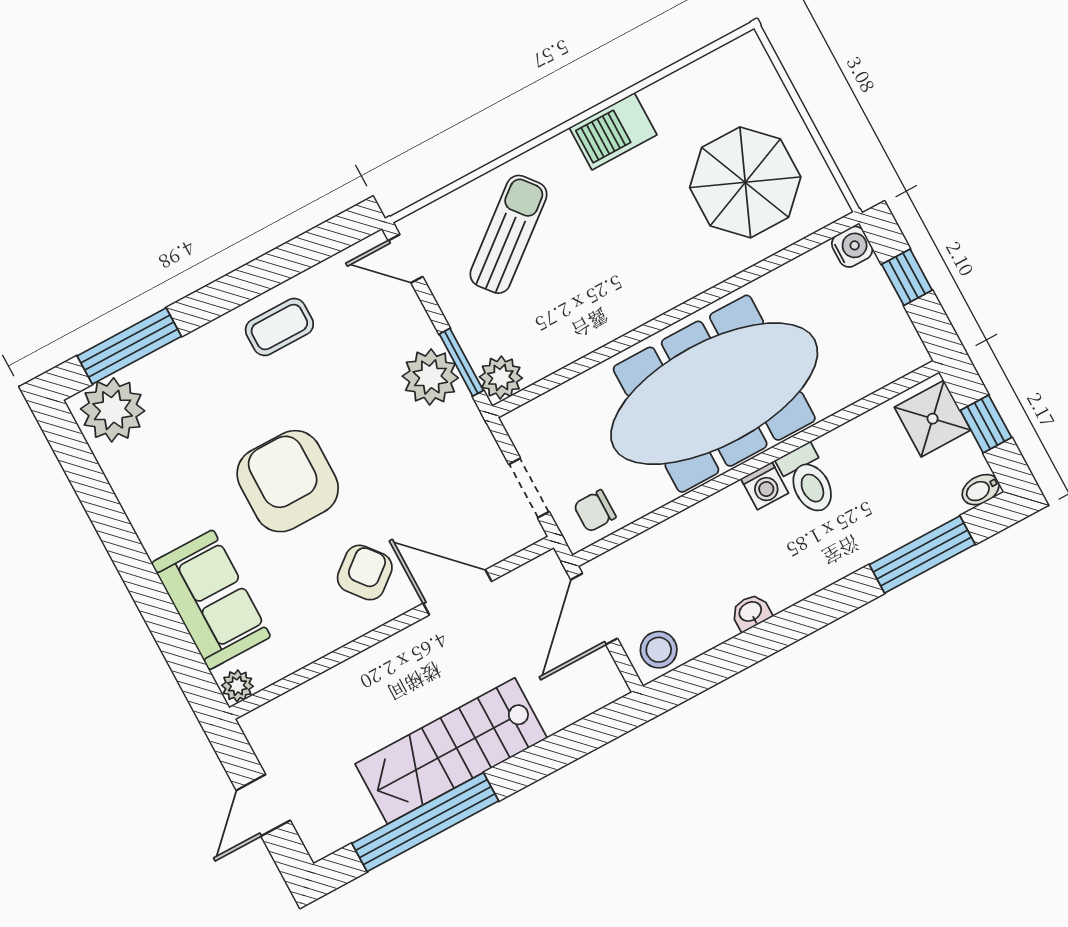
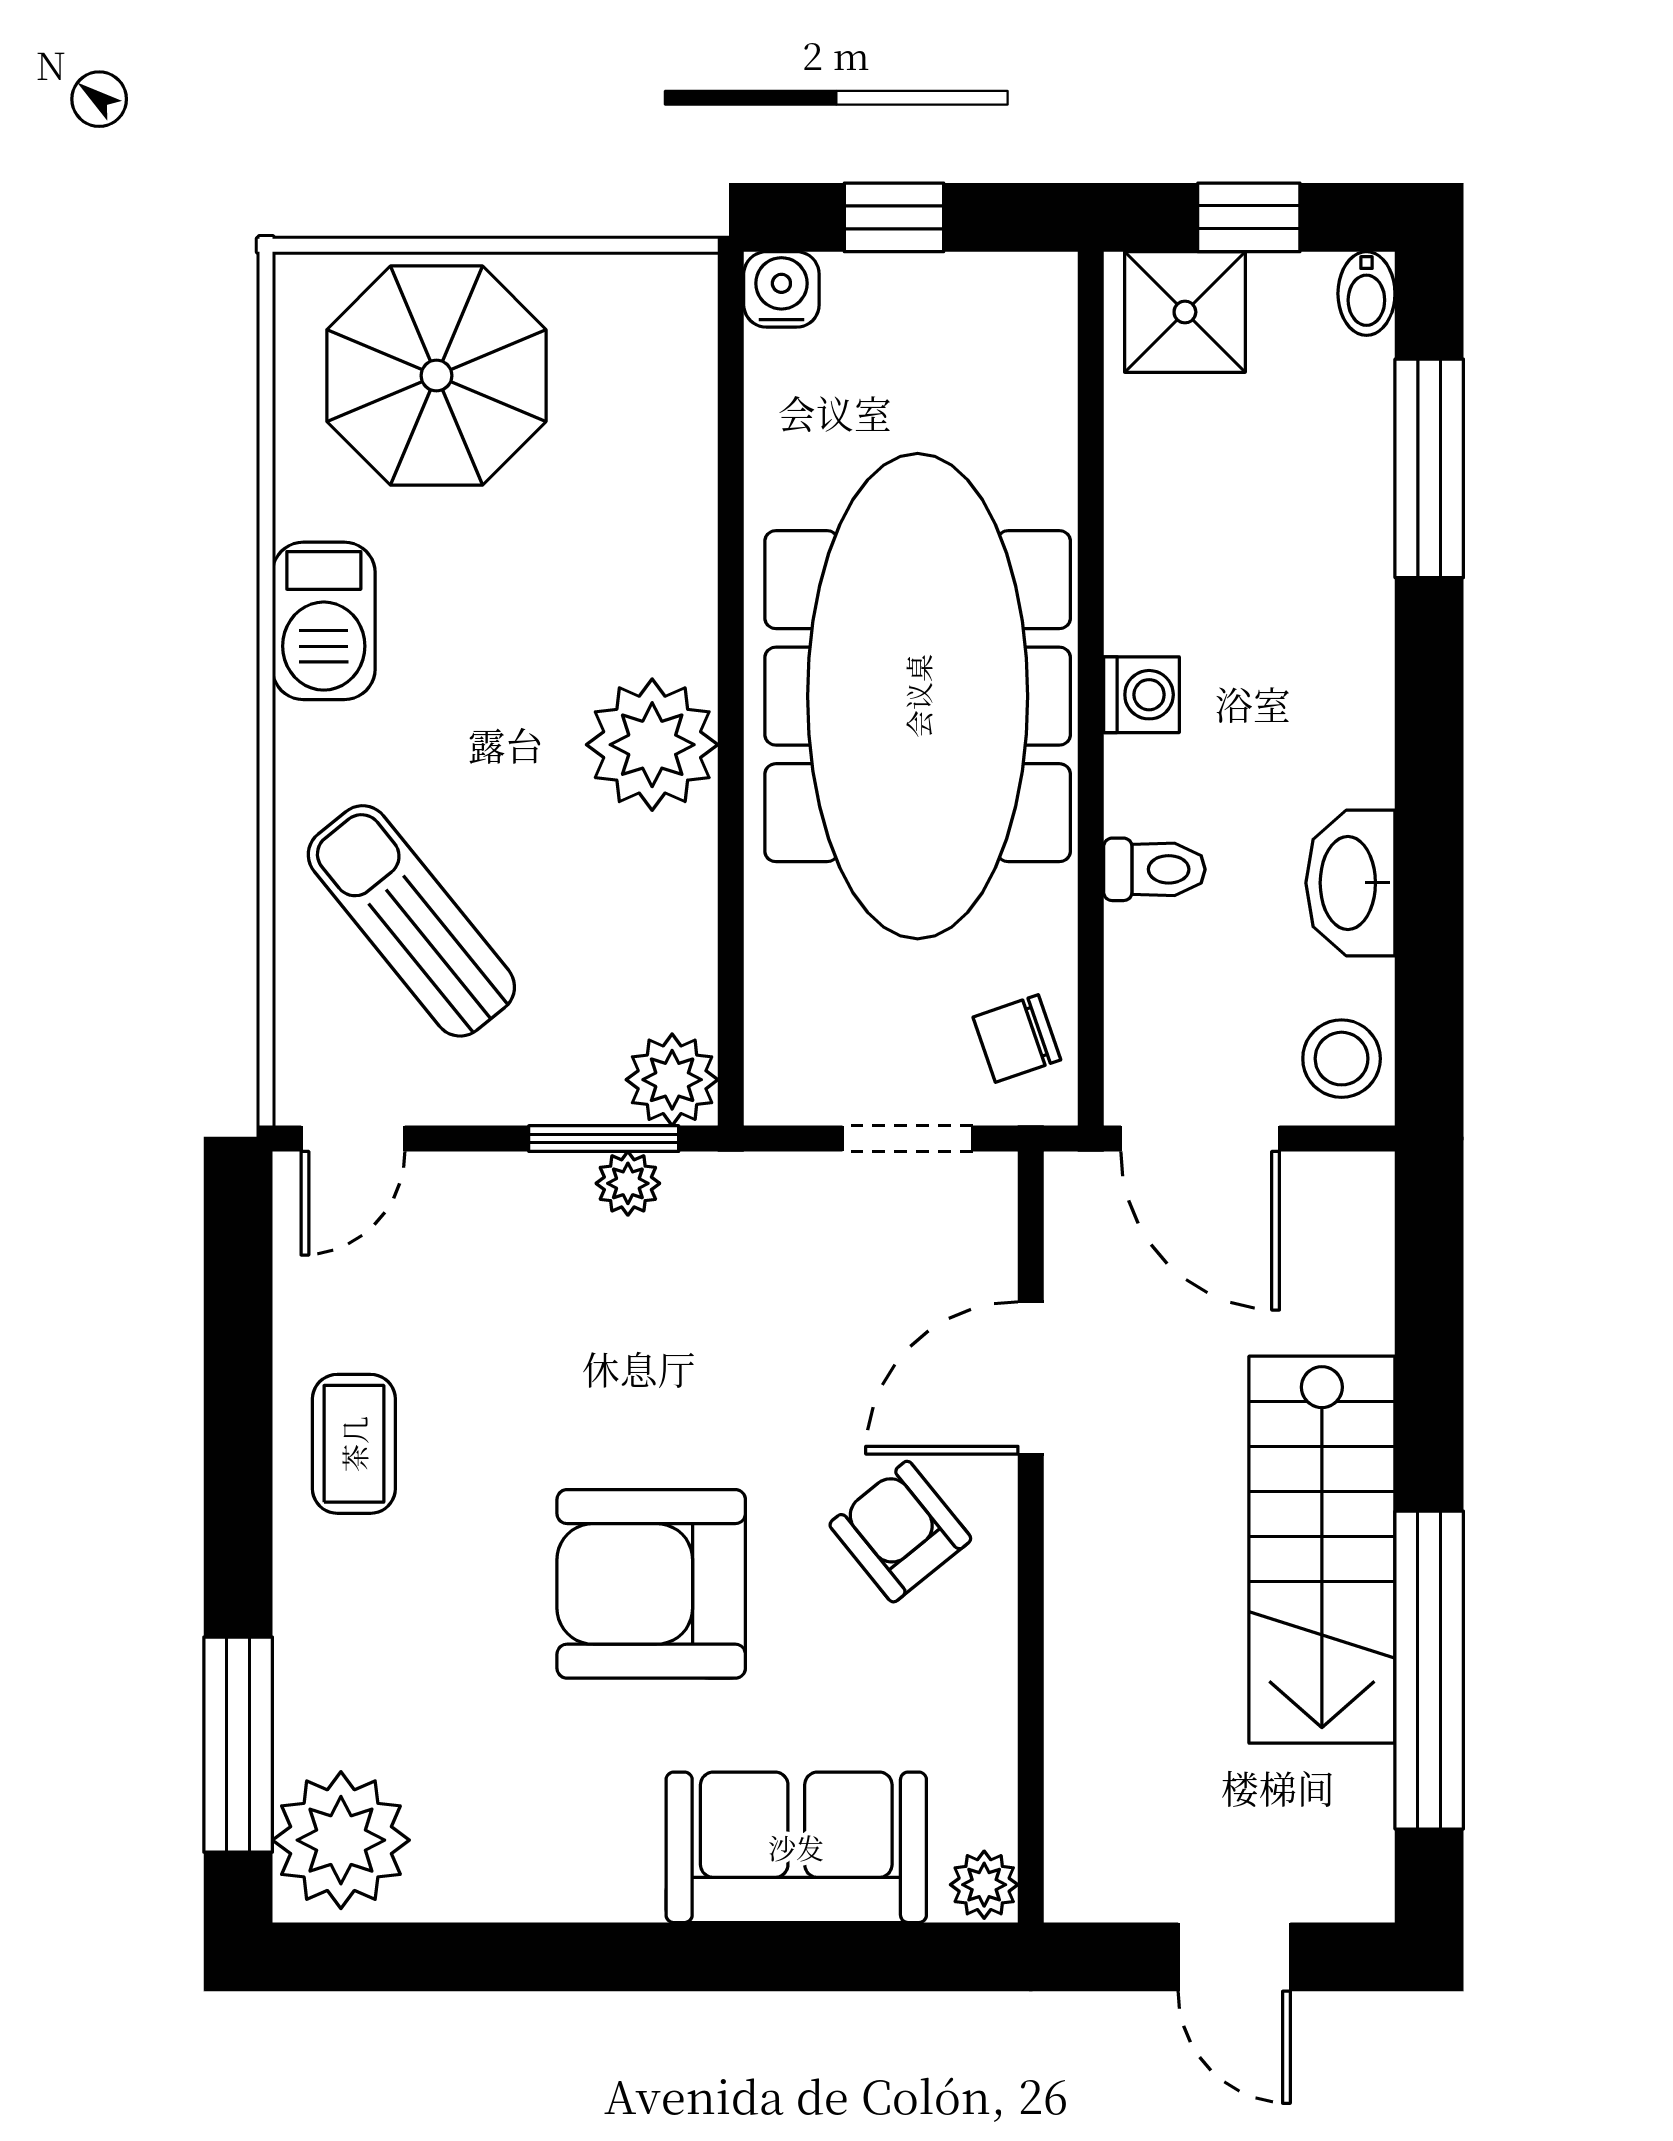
parasol: (745, 182) -> (436, 376), moved
plant: (635, 295) -> (652, 745), added
plant: (430, 377) -> (628, 1183), width x0.53, depth x0.53
toilet: (808, 480) -> (1154, 869), moved, width x0.73, depth x0.72
chair: (595, 511) -> (1017, 1038), turned 71
washbasin: (751, 612) -> (1350, 883), width x1.91, depth x1.45

